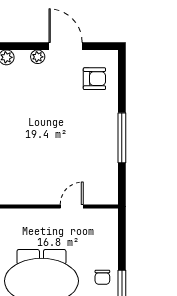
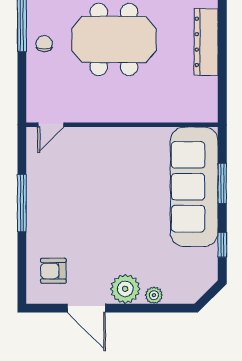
plant: (38, 57) -> (125, 289), width x1.88, depth x1.88
door: (72, 206) -> (51, 125), moved

